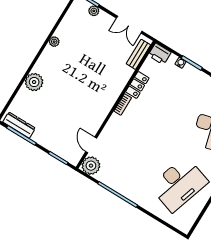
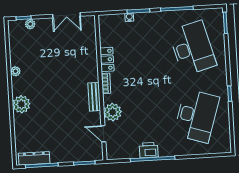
bench: (138, 54) -> (94, 97), moved
printer: (160, 54) -> (149, 150), moved, turned 180
plant: (34, 82) -> (21, 104), moved
plant: (91, 166) -> (113, 112), moved

